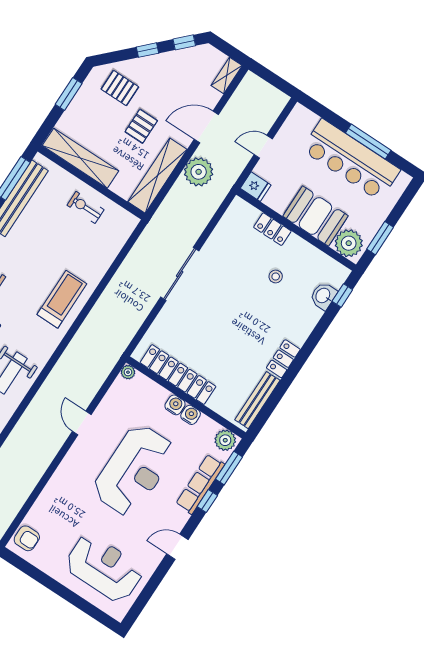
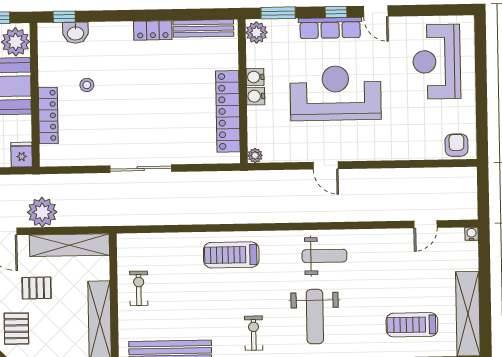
exercise bike: (85, 207) -> (139, 288), turned 180
locker: (272, 229) -> (48, 115), width x1.53
door: (82, 423) -> (326, 165), hinge flipped
row of seats: (200, 484) -> (330, 28), moved
window: (207, 501) -> (336, 12), moved

